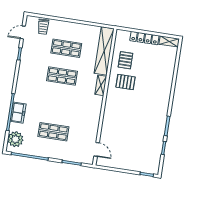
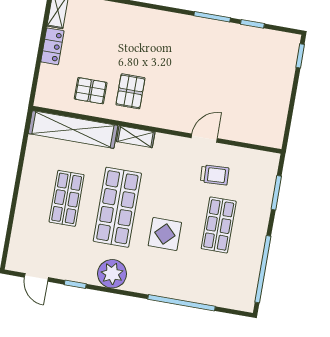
trolley: (43, 27) -> (215, 175), moved
locker: (144, 38) -> (52, 46), width x0.66
shop shelf: (62, 76) -> (117, 207), width x1.43, depth x1.36
display table: (48, 102) -> (165, 234), added
freezer: (18, 113) -> (183, 289), removed
plant: (15, 139) -> (112, 274), moved
door: (97, 149) -> (204, 138), moved

